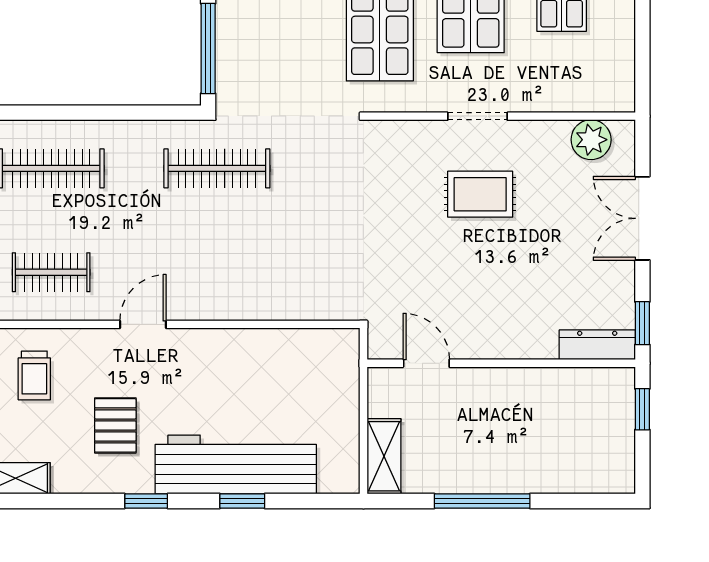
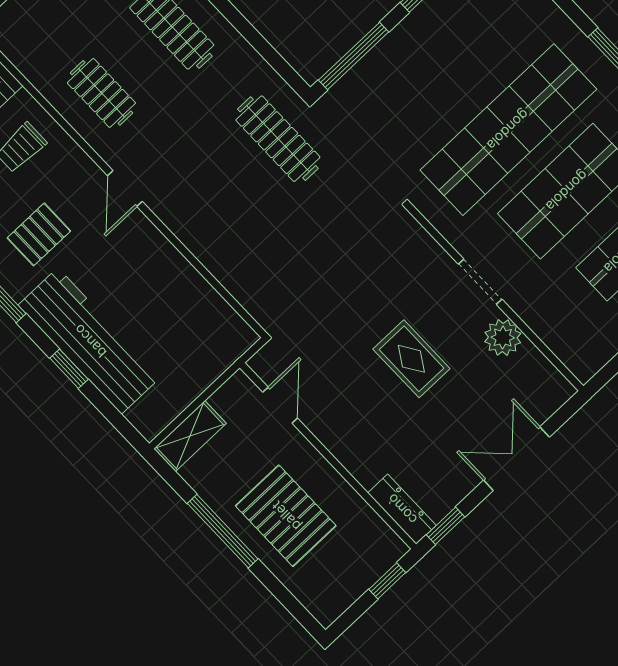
plant: (591, 140) -> (503, 337), moved
rug: (480, 194) -> (411, 359), moved
door: (143, 324) -> (125, 189), swing flipped
pallet: (517, 440) -> (286, 516), added

